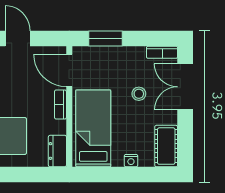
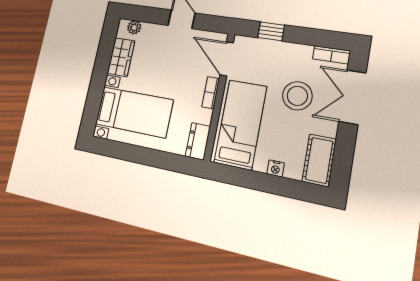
window: (105, 38) -> (271, 31), width x0.67
stool: (139, 94) -> (297, 96), width x1.89, depth x1.89

